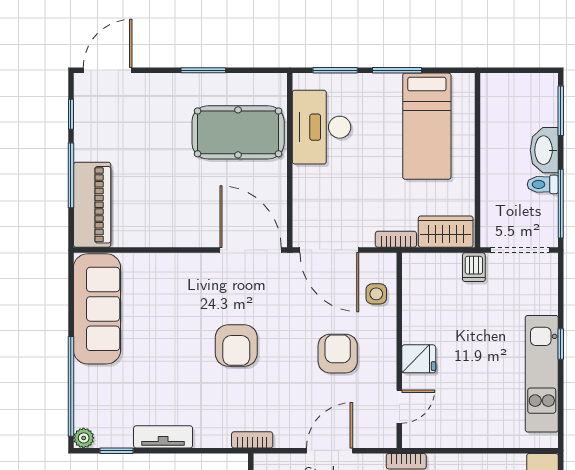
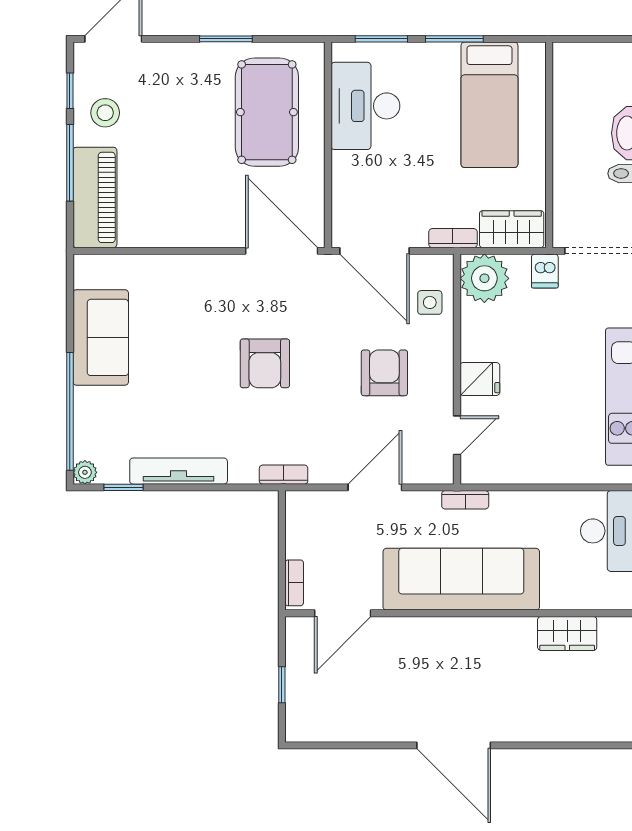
pool table: (238, 132) -> (267, 112), turned 90
stool: (101, 133) -> (105, 113), added
plant: (423, 273) -> (484, 278), added
sofa: (97, 309) -> (101, 337), width x0.73
tv unit: (163, 437) -> (179, 471), width x1.41

